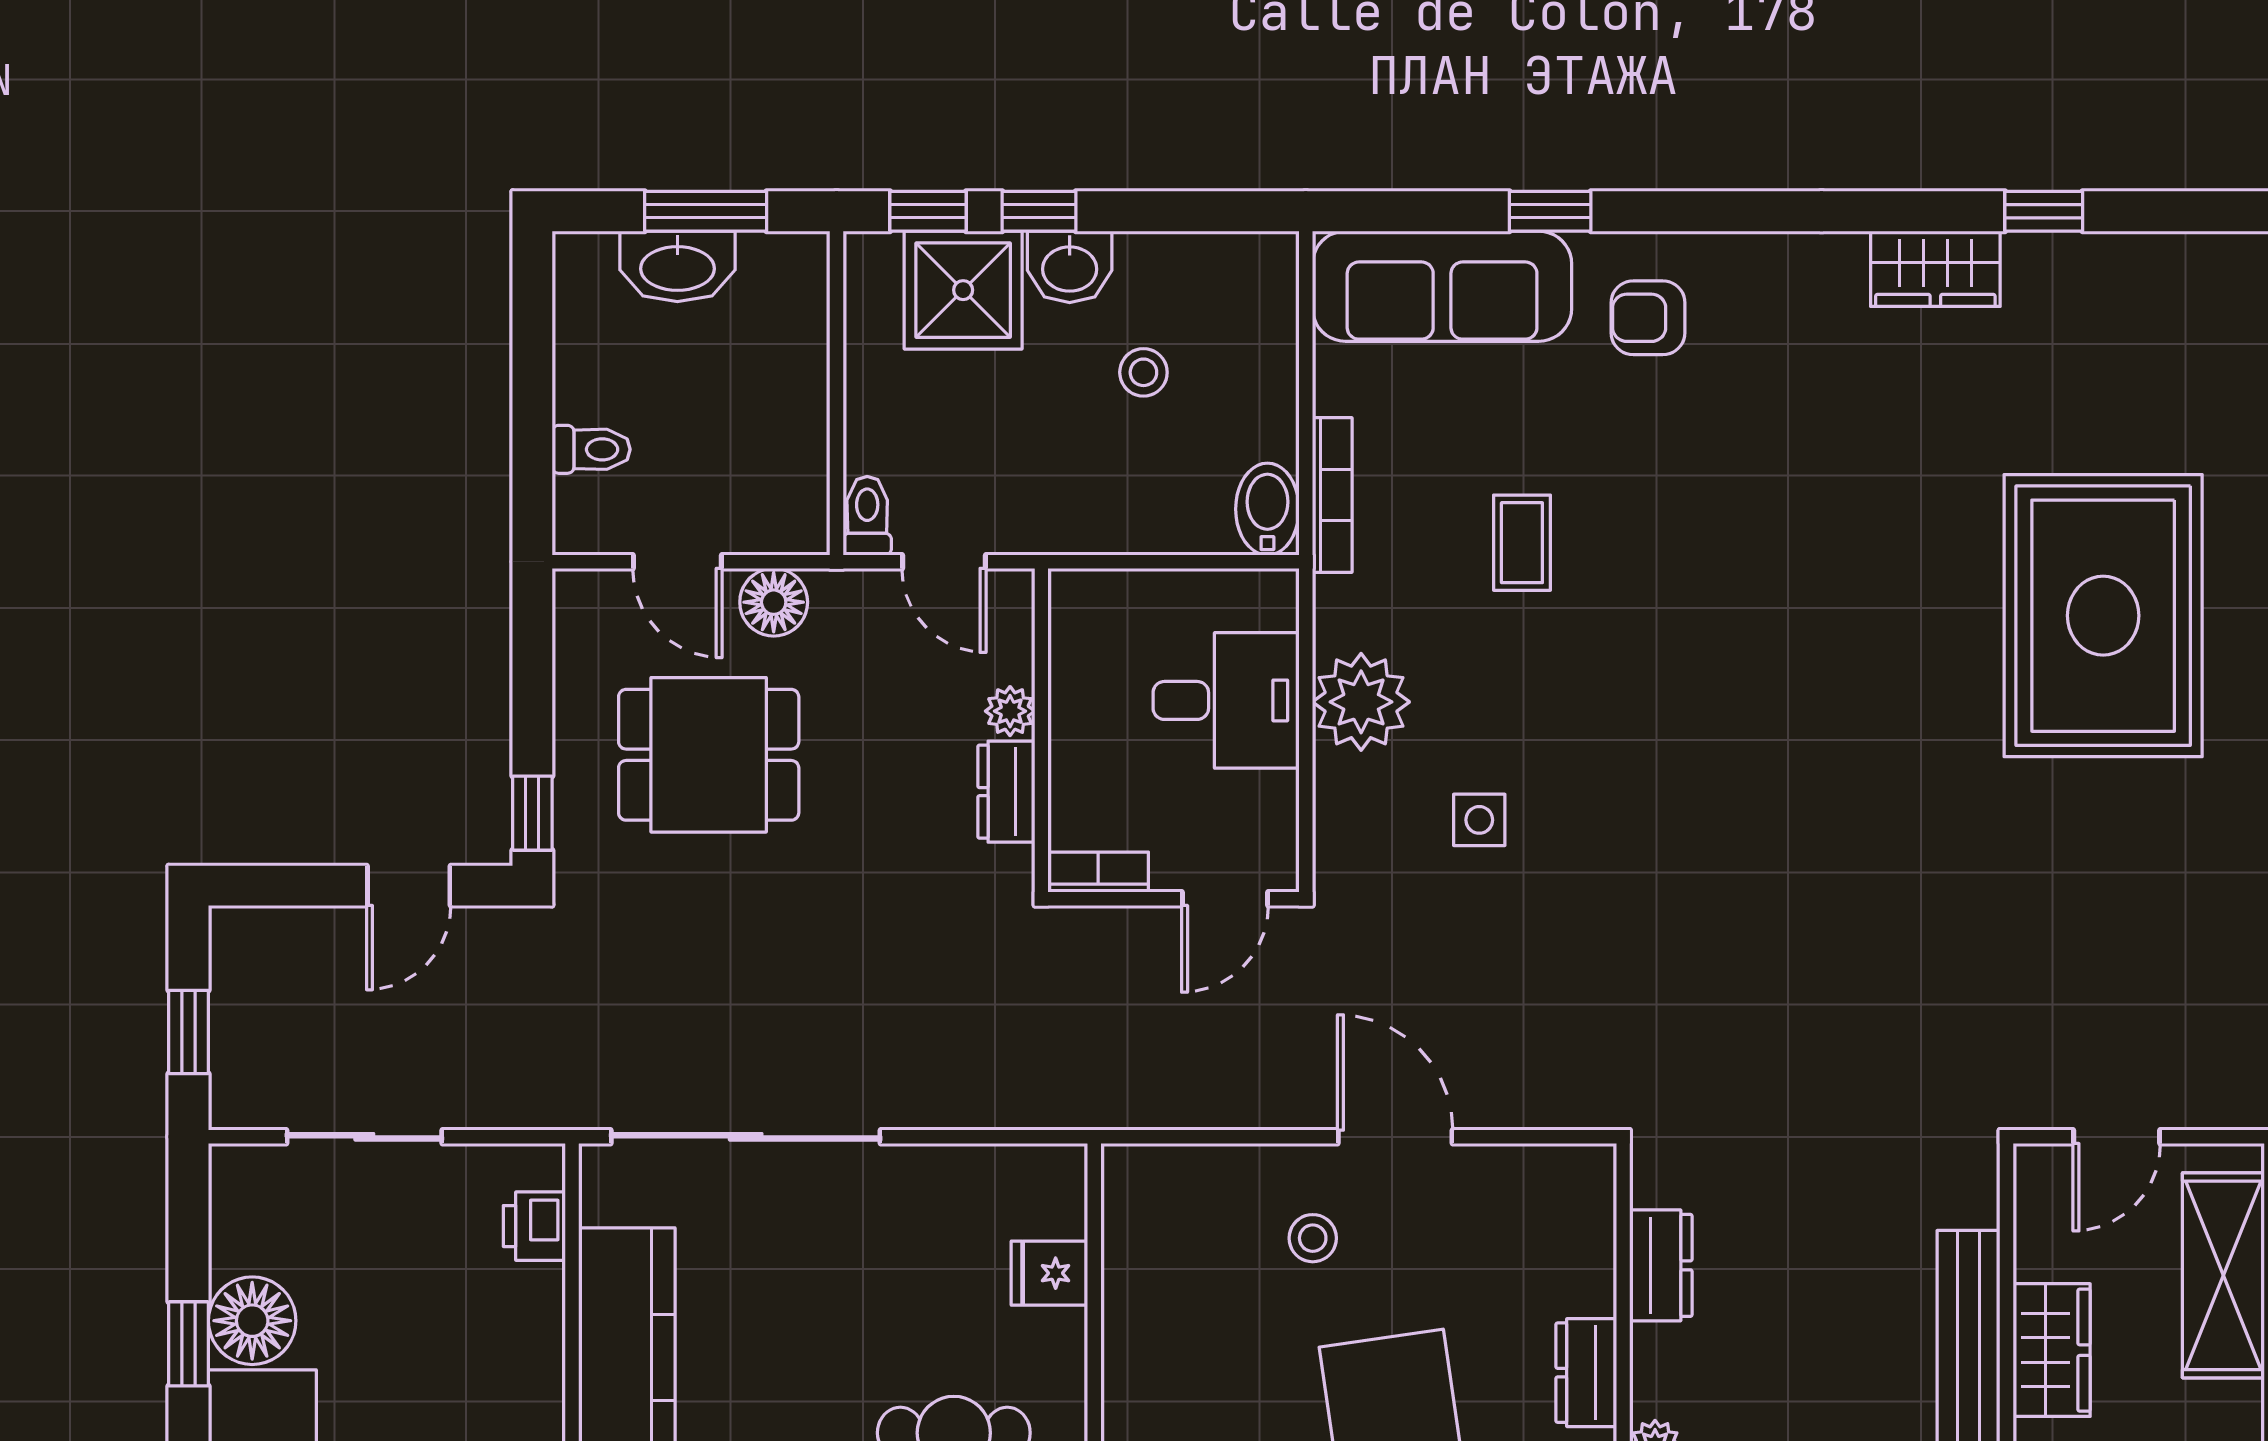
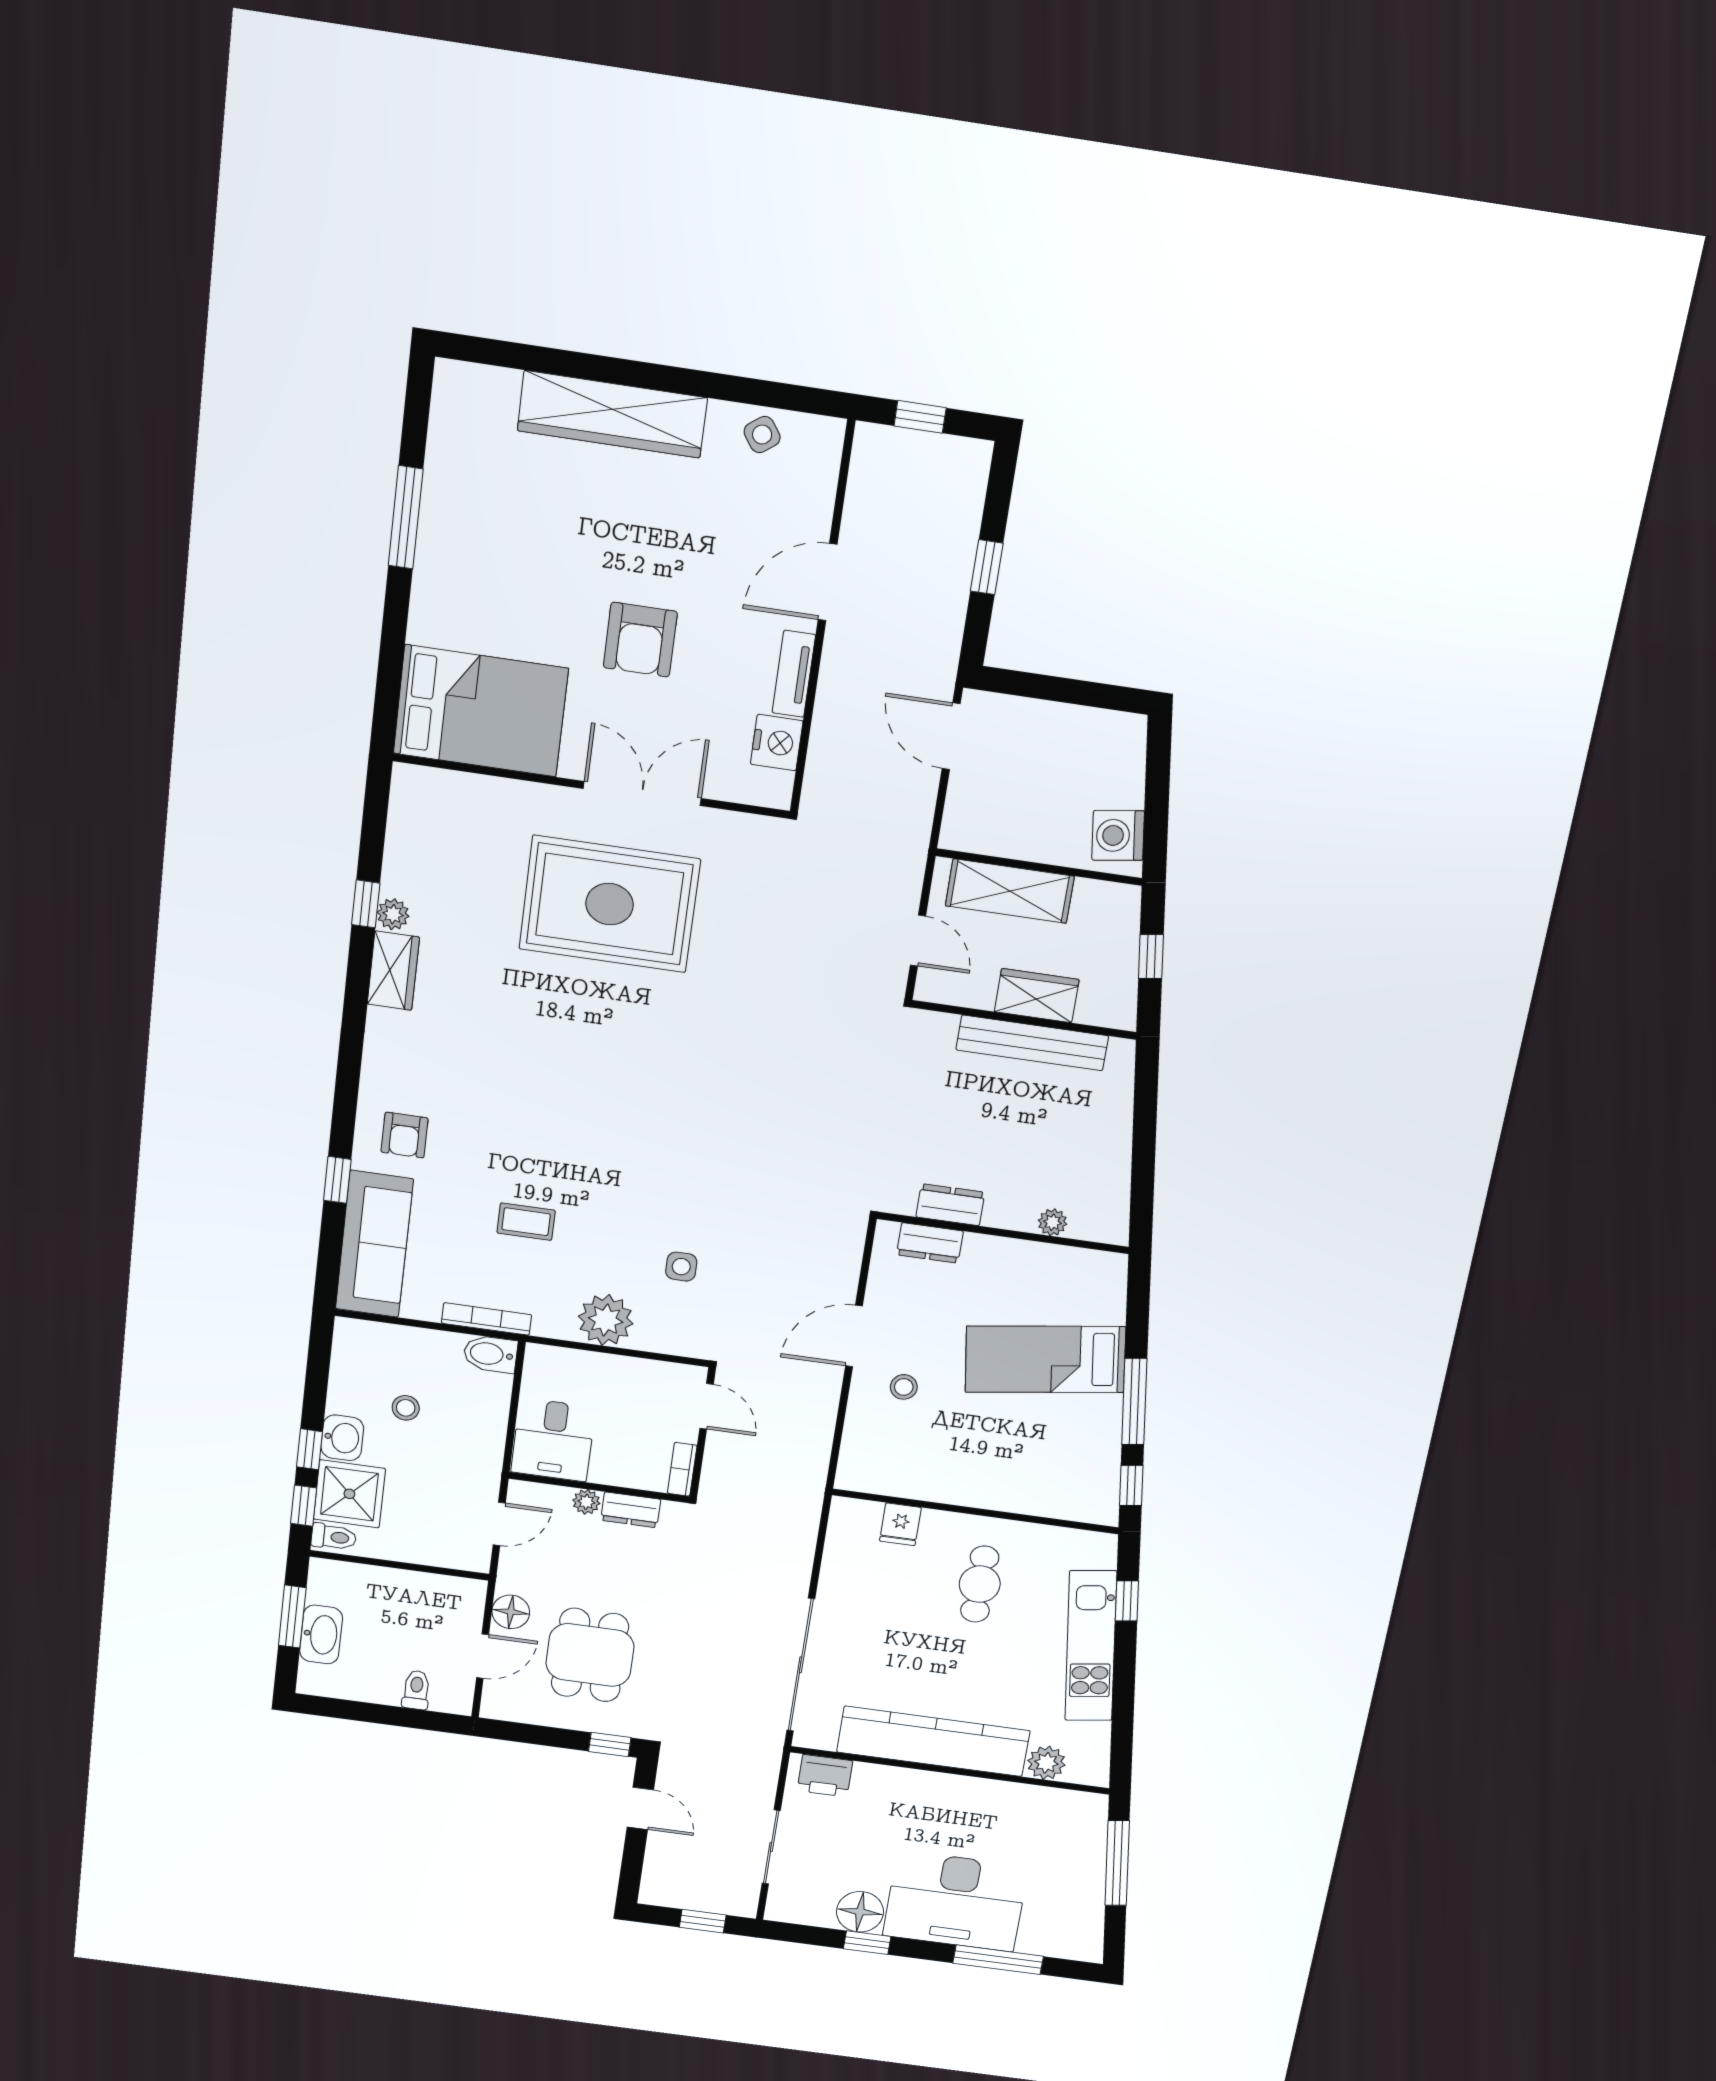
plant: (2033, 258) -> (393, 914), added
toilet: (867, 516) -> (334, 1537), moved, turned 180
desk: (1226, 700) -> (553, 1440), moved, turned 180
printer: (534, 1226) -> (825, 1776), width x1.36, depth x1.24
dresser: (1586, 1373) -> (930, 1243), moved

